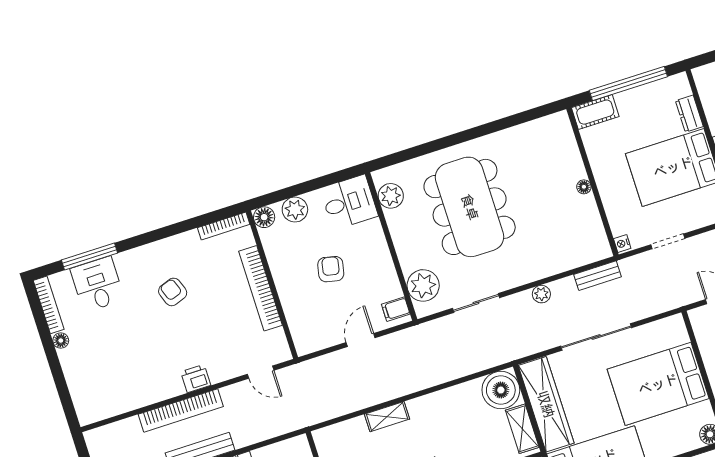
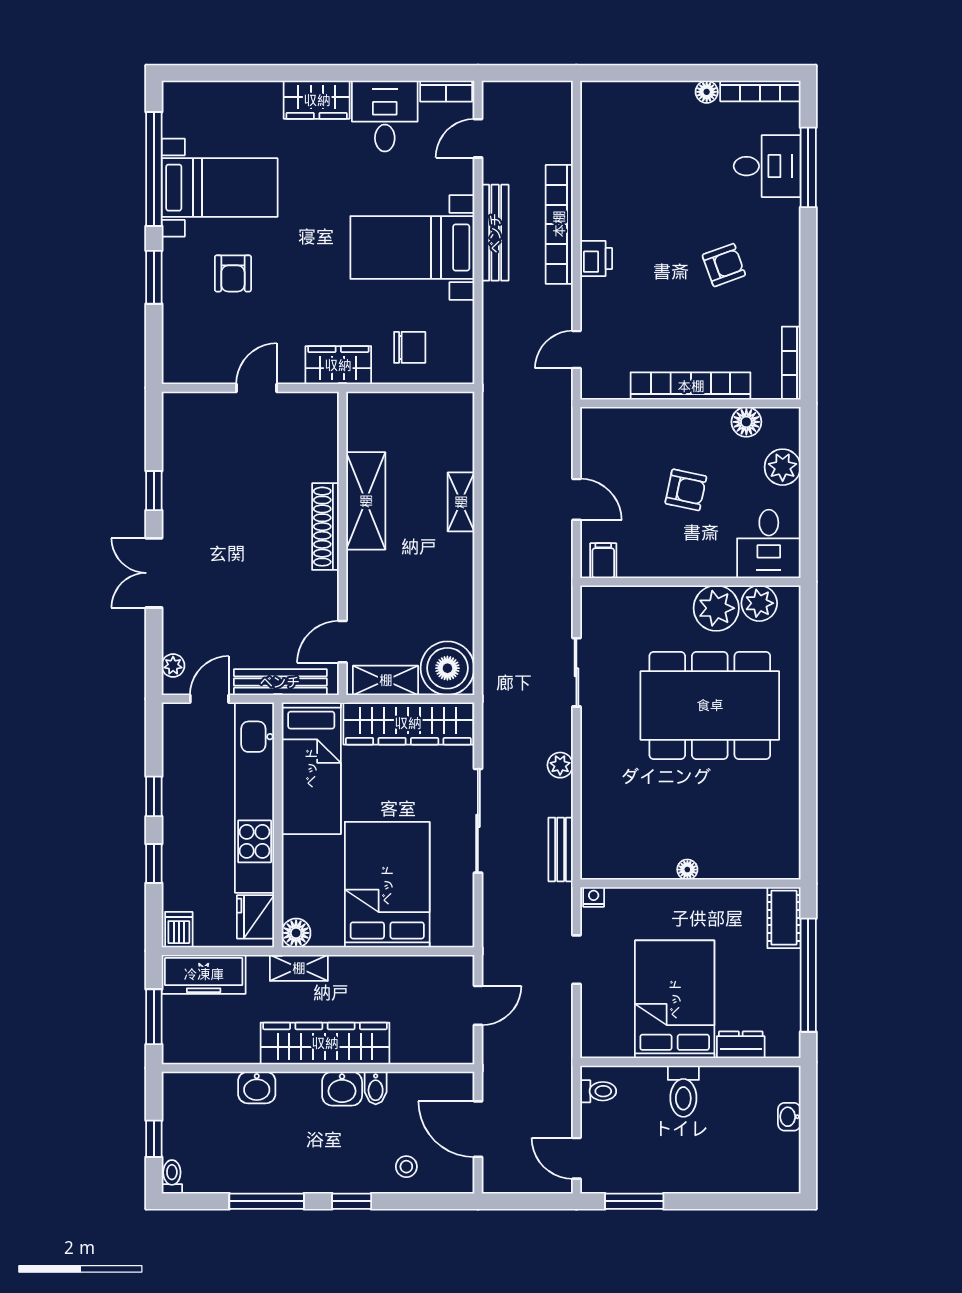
floor lamp: (264, 217) -> (746, 422), moved
plant: (423, 285) -> (716, 608), moved

